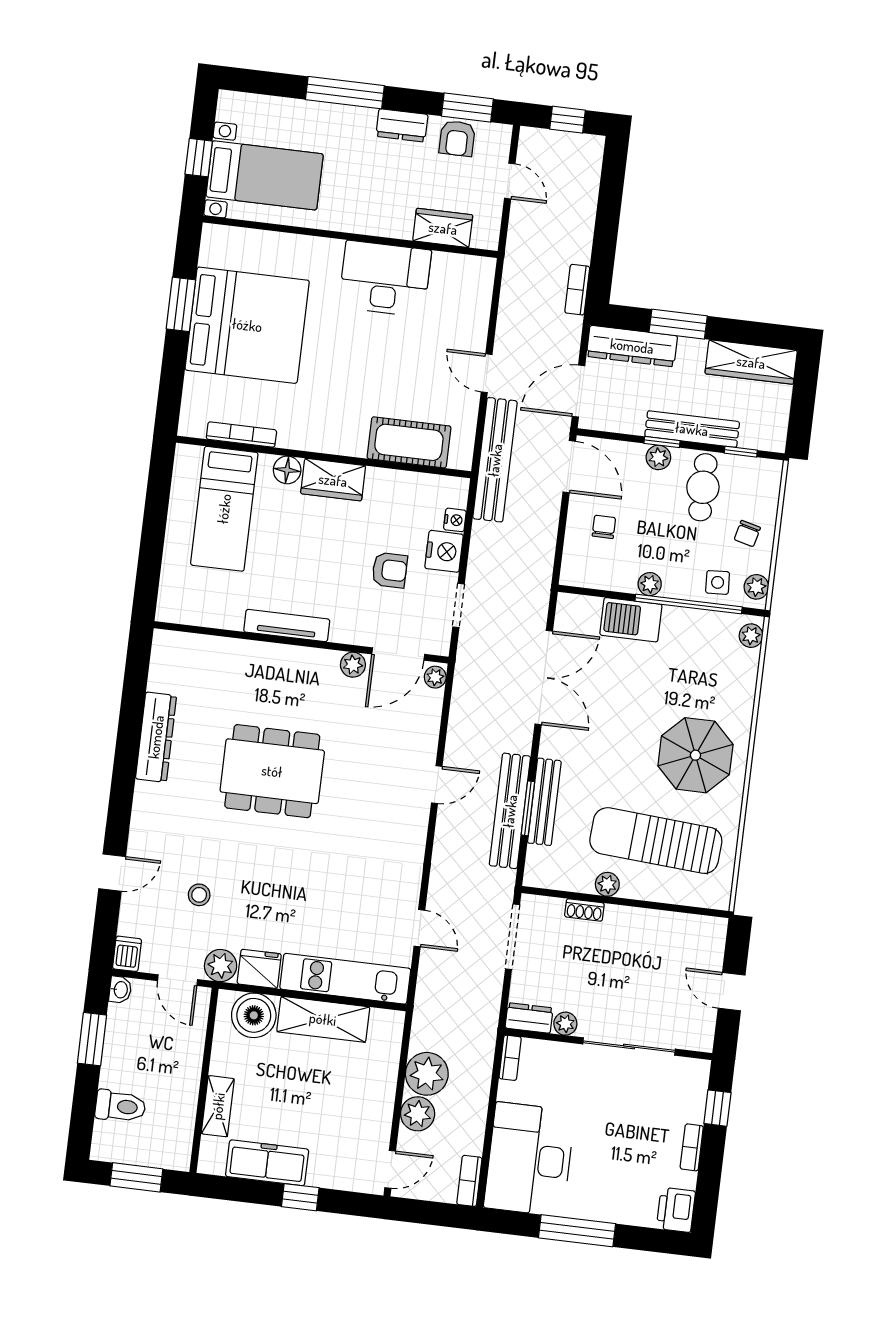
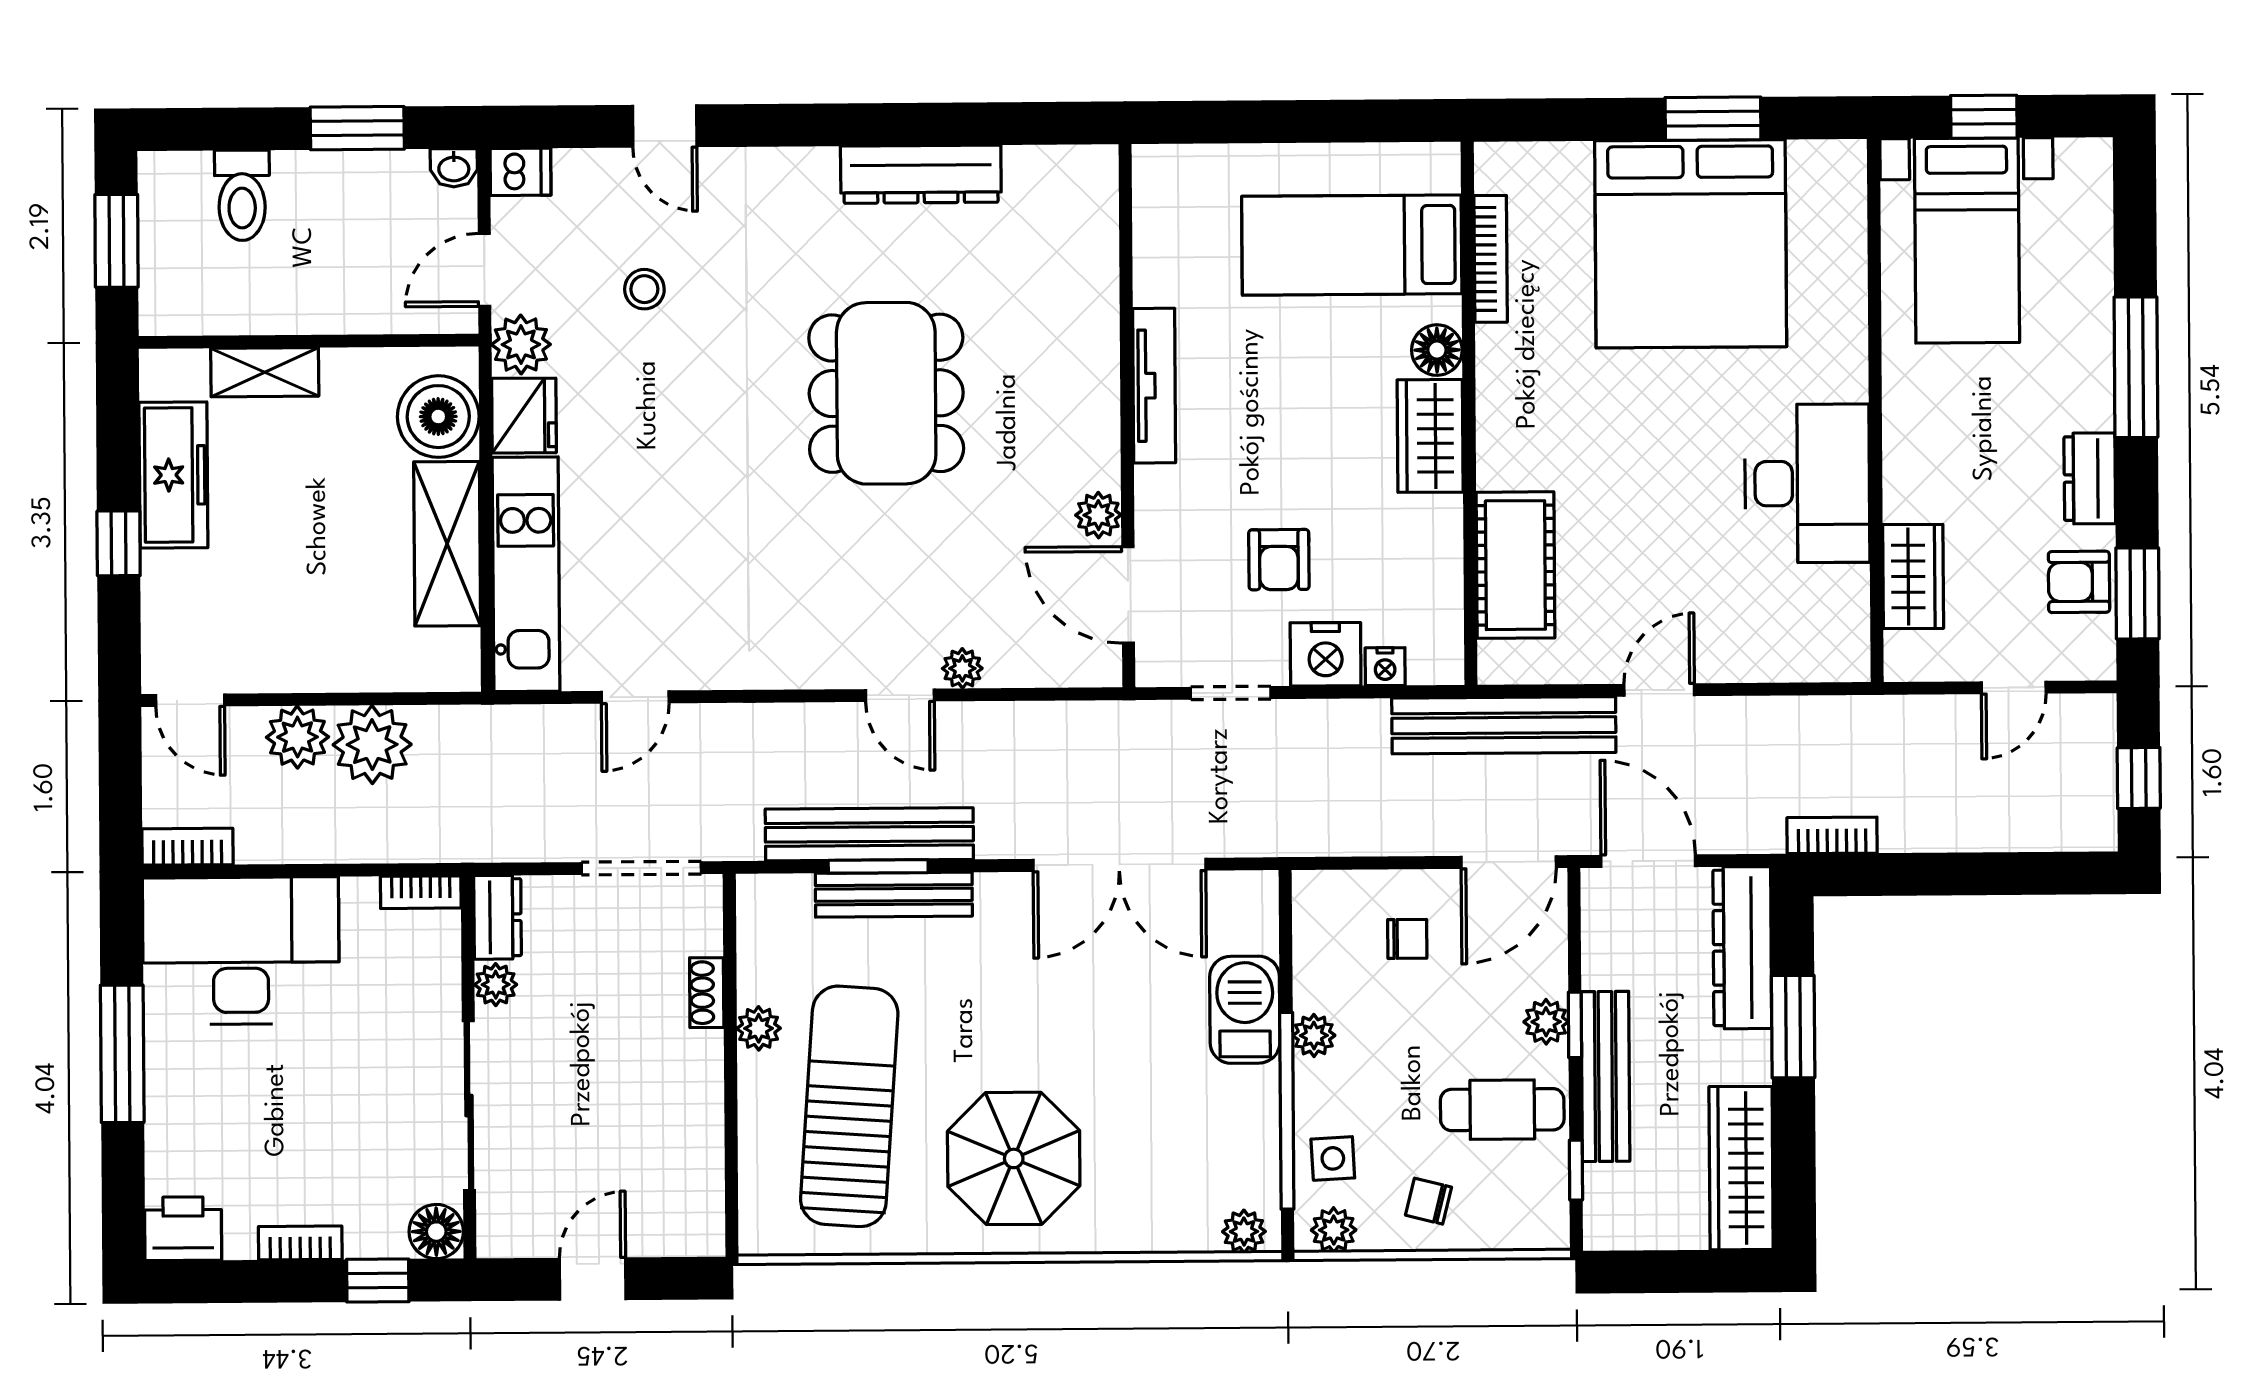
plant: (435, 677) -> (962, 668), moved
floor lamp: (695, 1073) -> (436, 1232), added

